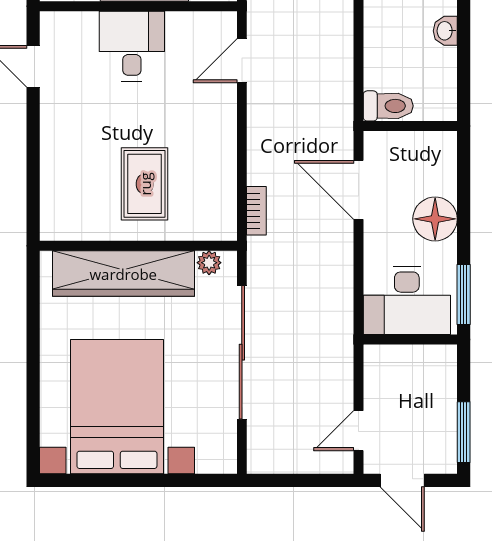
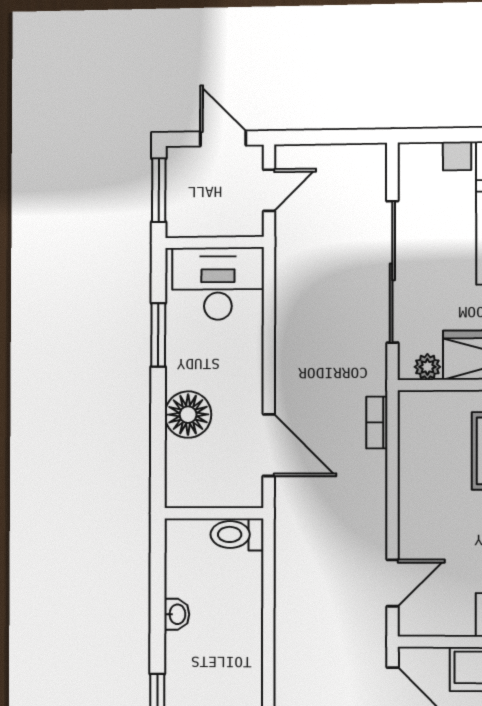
desk: (407, 301) -> (218, 284), moved
wall: (410, 340) -> (214, 243), moved

